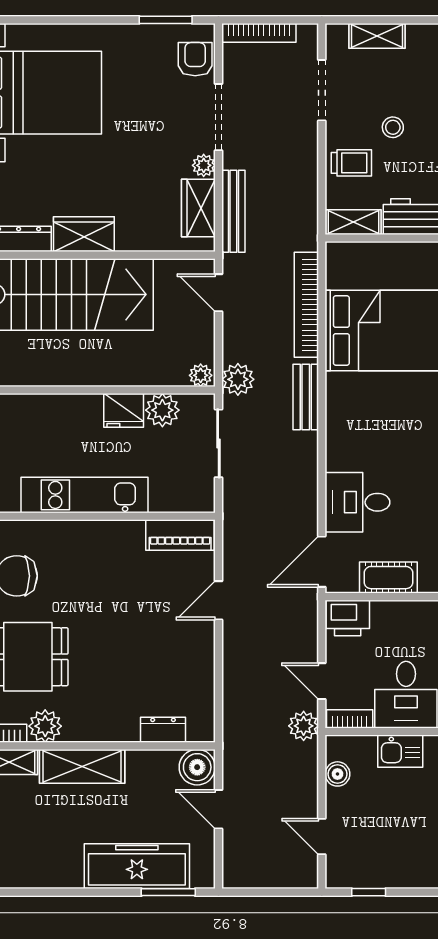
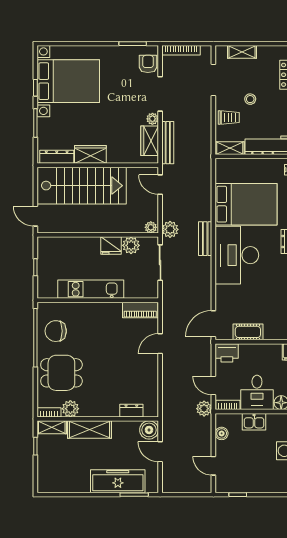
bookcase: (306, 305) -> (205, 191), removed
desk: (357, 502) -> (237, 255), moved, width x1.87, depth x1.30

